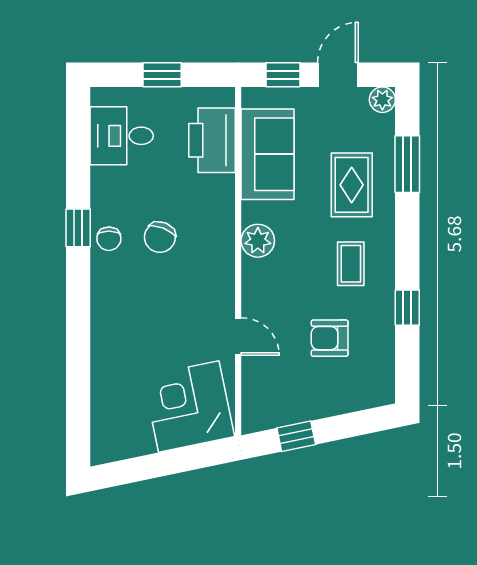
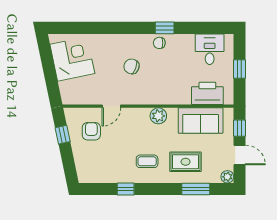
chair: (160, 237) -> (132, 66), moved
armchair: (330, 338) -> (91, 131), moved
corner desk: (189, 407) -> (72, 59), moved

